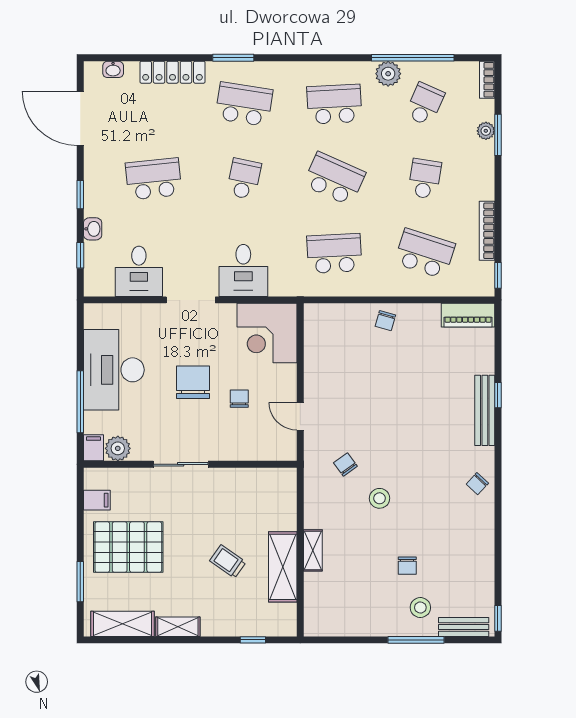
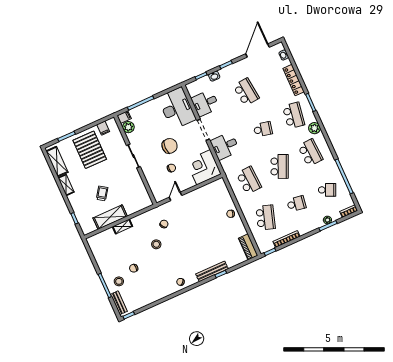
plant: (388, 74) -> (314, 128), moved
desk: (114, 370) -> (177, 108), moved, turned 90

